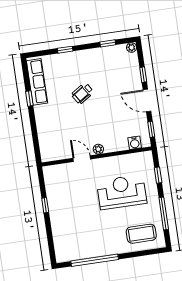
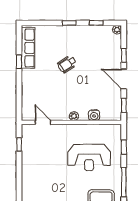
window: (65, 50) -> (69, 23), moved
water cooler: (135, 143) -> (94, 115), moved
door: (82, 159) -> (43, 122), moved
reception desk: (122, 192) -> (89, 157), turned 180
window: (45, 205) -> (19, 144), moved

